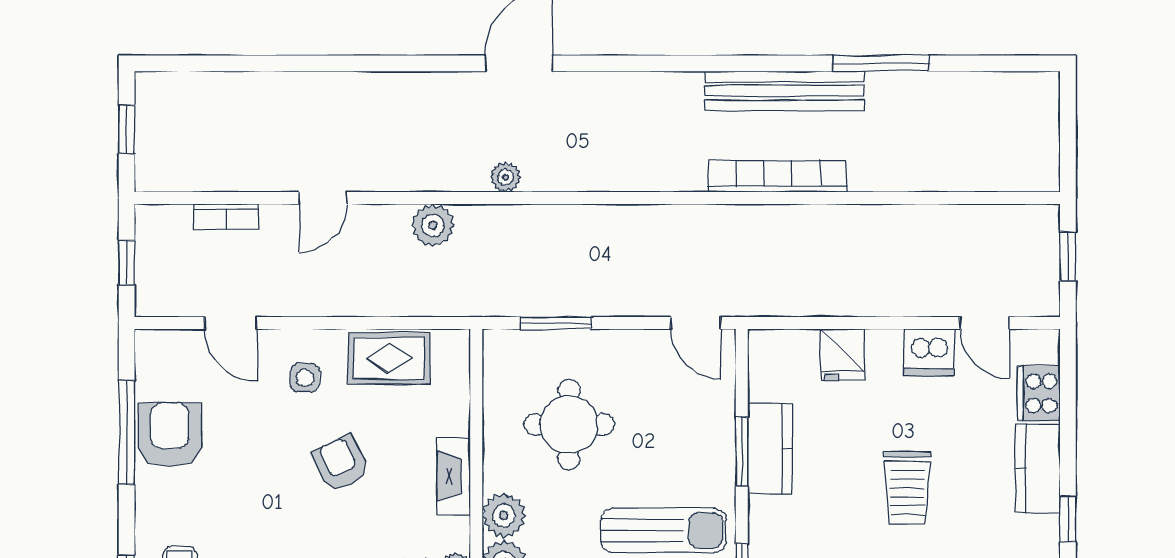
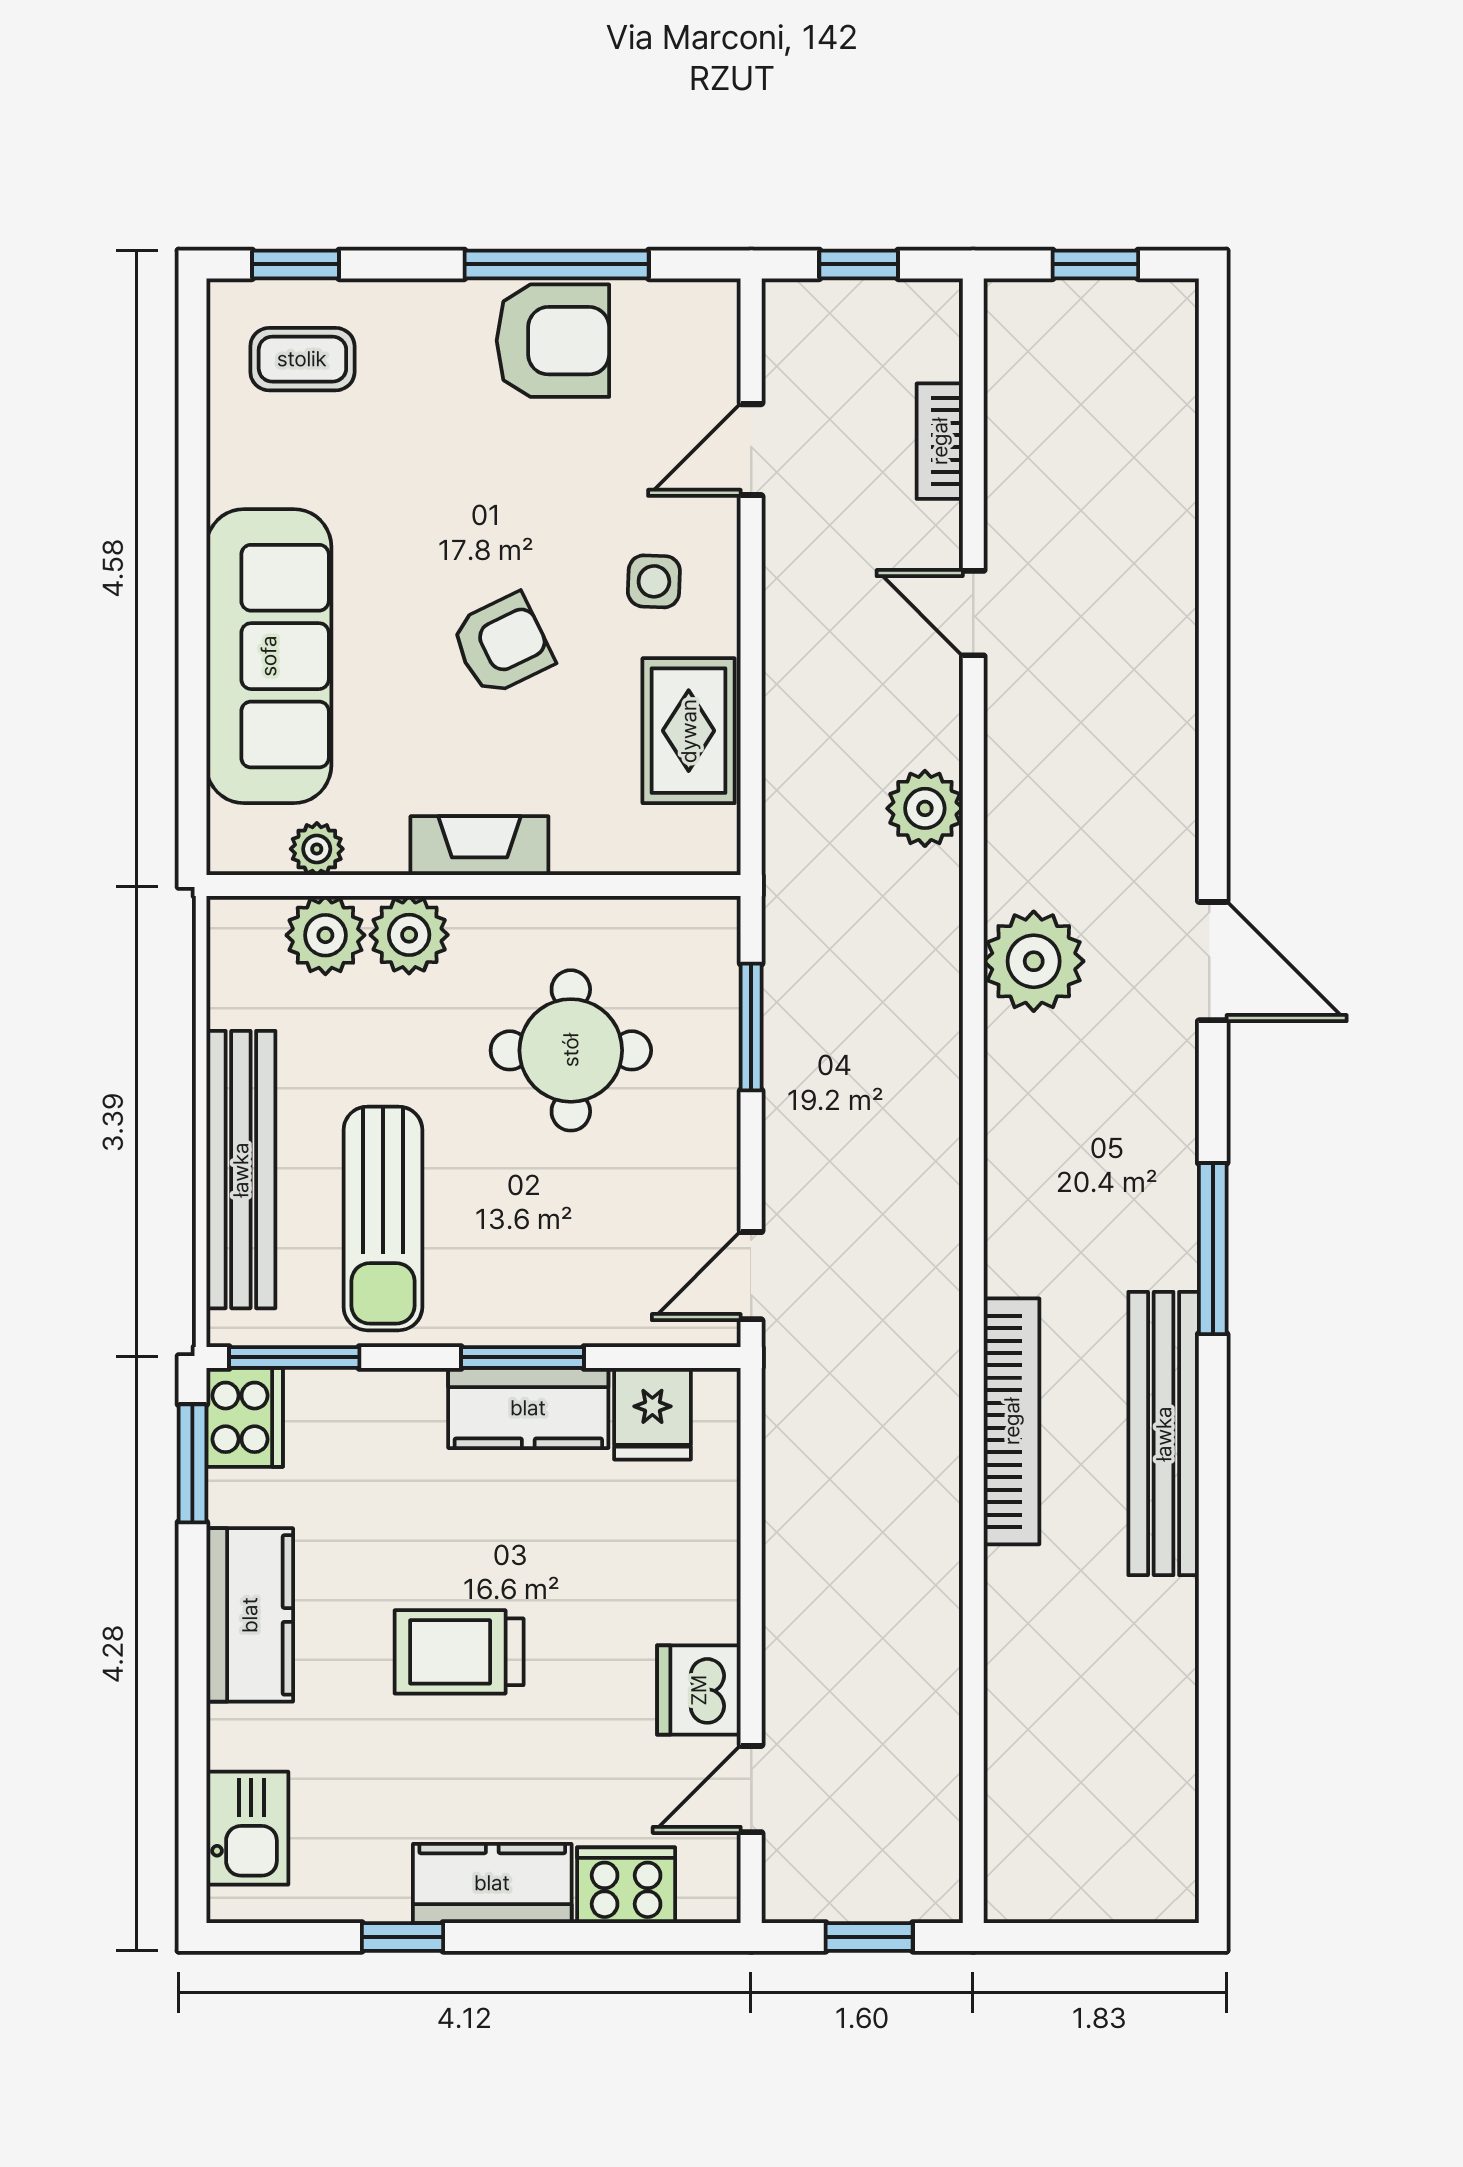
window: (881, 63) -> (1213, 1249), moved
plant: (506, 177) -> (1034, 961), width x1.88, depth x1.88
fridge: (843, 355) -> (652, 1414), moved, turned -90

